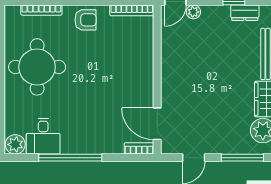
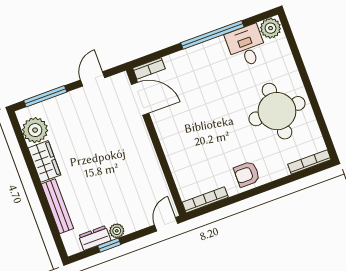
bookcase: (41, 10) -> (309, 162), moved
plant: (193, 12) -> (117, 231), moved

